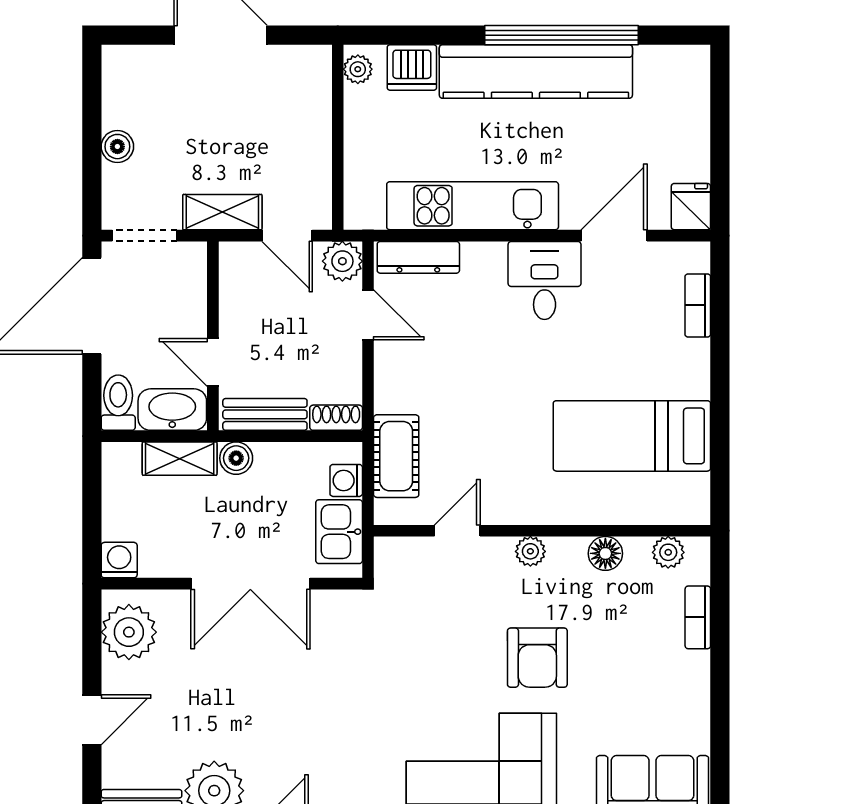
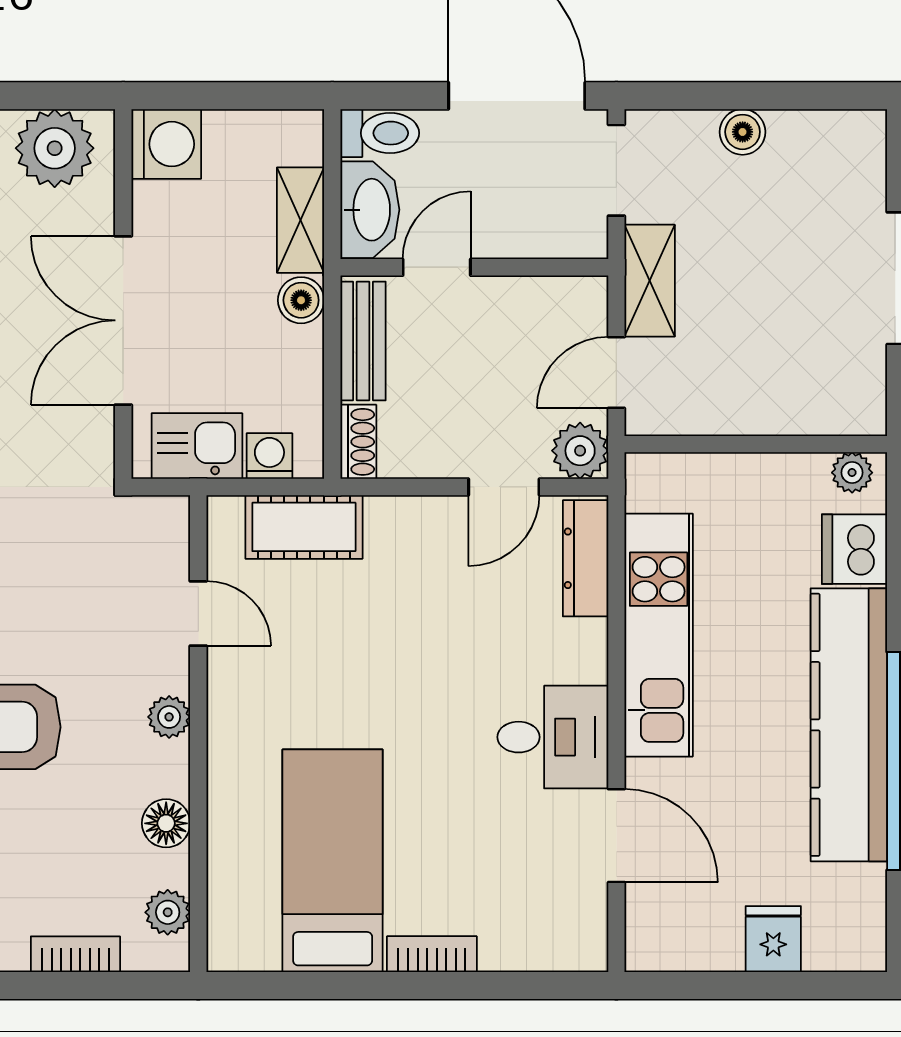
fridge: (691, 207) -> (773, 939), moved, turned -90
bookcase: (698, 305) -> (432, 954), moved
washing machine: (119, 560) -> (166, 144), width x1.38, depth x1.38

